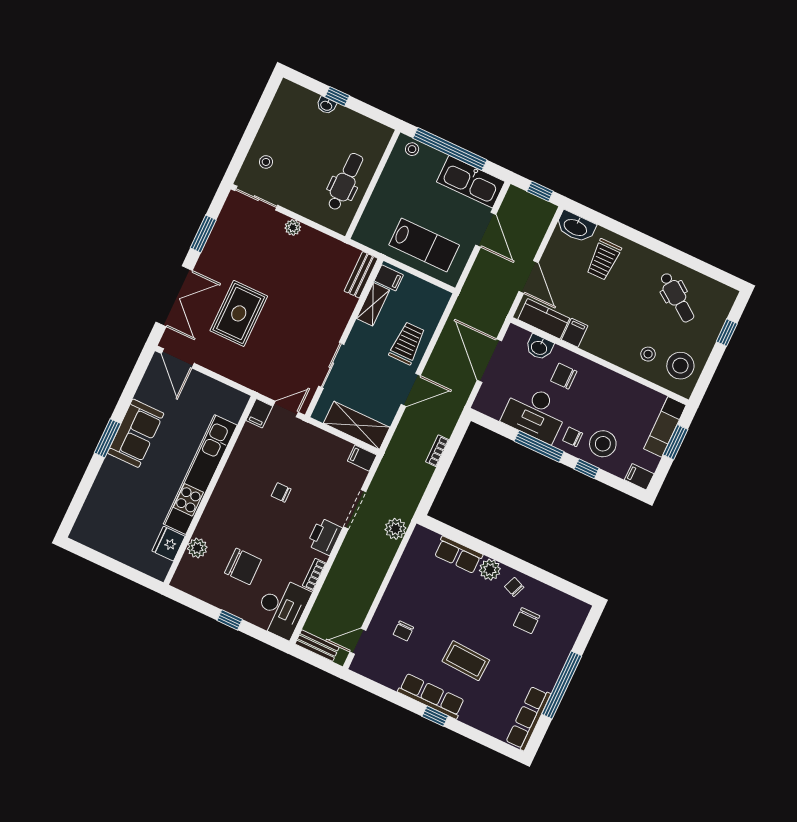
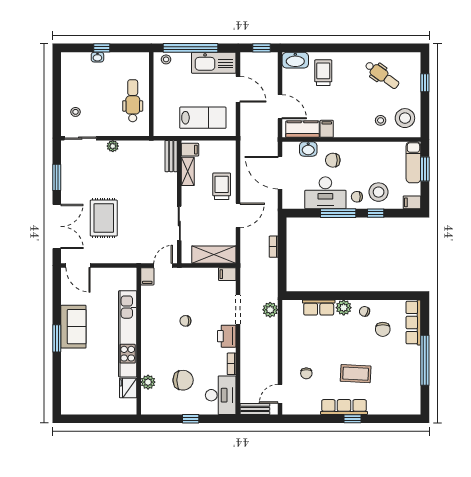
trolley: (604, 259) -> (323, 73), turned 180
row of seats: (528, 718) -> (413, 322), moved

